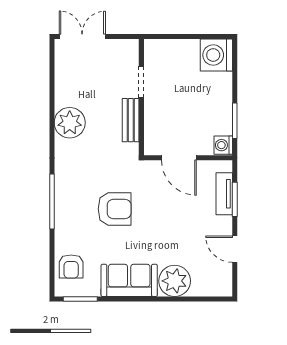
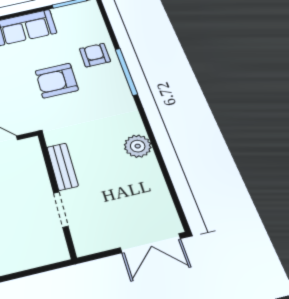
plant: (70, 123) -> (138, 146), width x0.73, depth x0.73
armchair: (71, 267) -> (95, 55), moved

